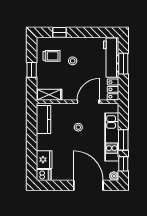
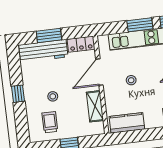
window: (60, 32) -> (18, 94), moved
shelving: (49, 95) -> (95, 106), moved
door: (88, 102) -> (99, 72), hinge flipped

